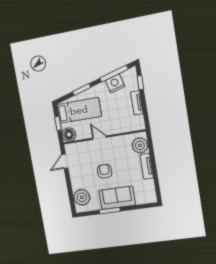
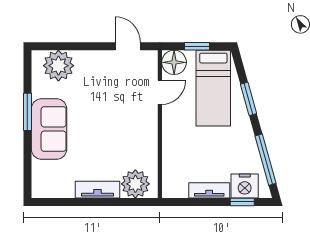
nightstand: (115, 83) -> (245, 186), moved, turned 106
door: (99, 138) -> (160, 92), moved
armchair: (105, 171) -> (99, 115), removed

